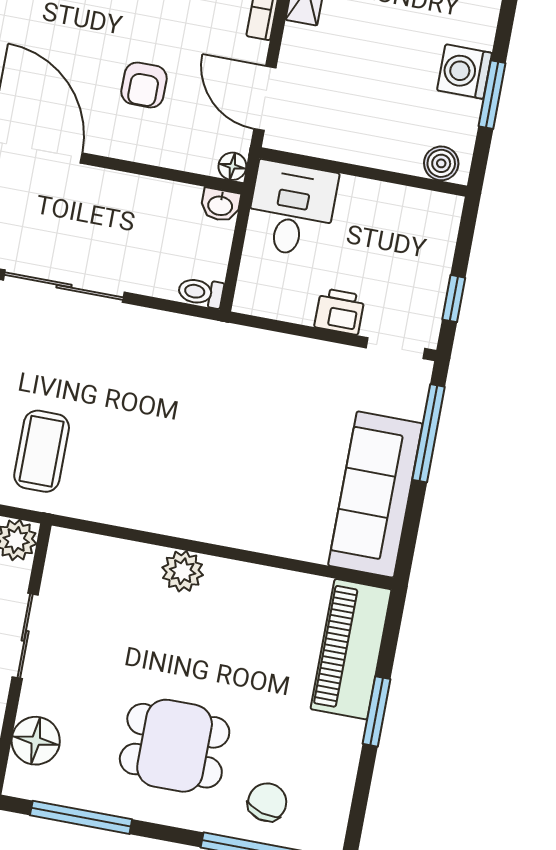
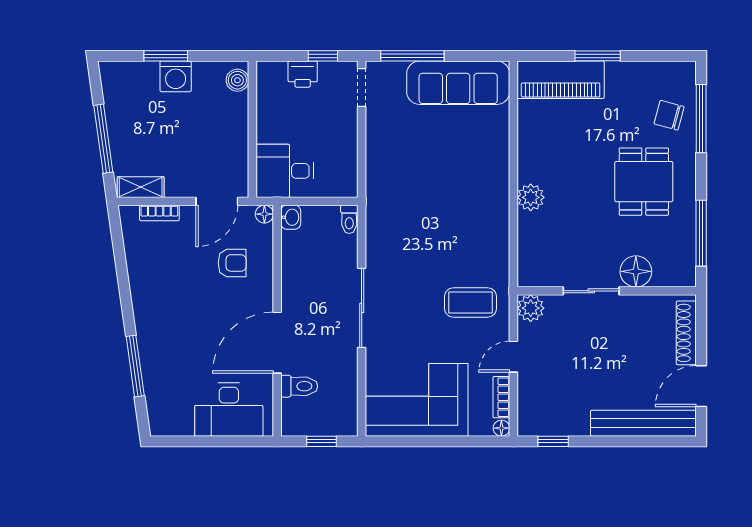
armchair: (144, 85) -> (232, 263), moved
window: (492, 95) -> (166, 56), moved
printer: (340, 311) -> (303, 74), moved, turned -90
floor lamp: (36, 741) -> (636, 271), moved

